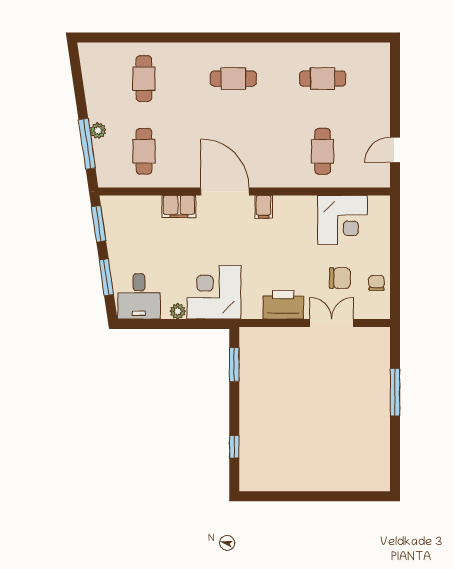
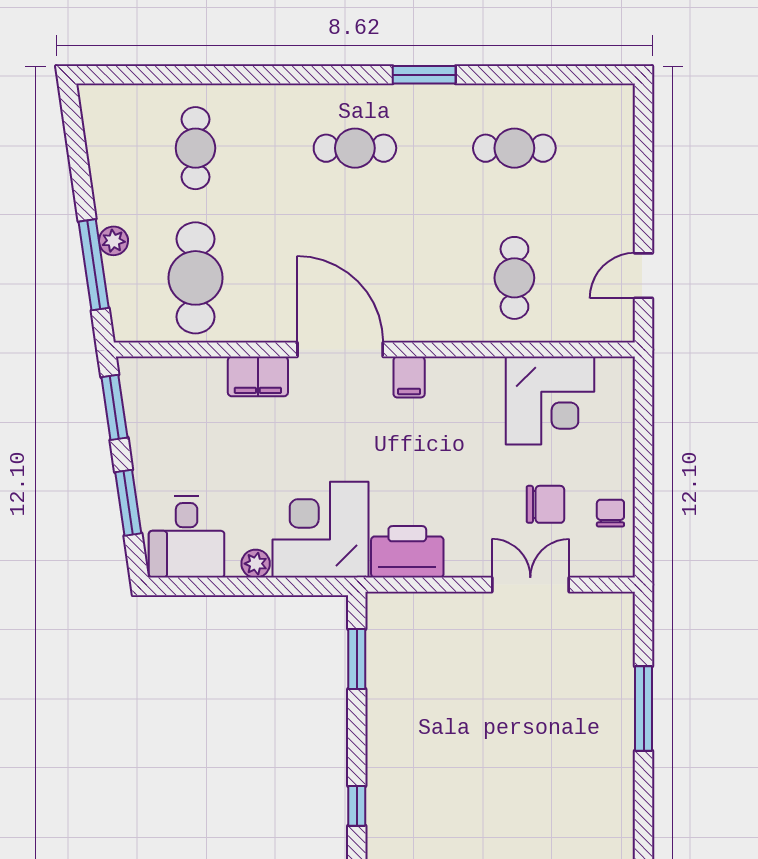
window: (272, 37) -> (424, 75), added
cafe table: (144, 151) -> (195, 278), width x1.37, depth x1.35
printer: (283, 305) -> (407, 552), moved

